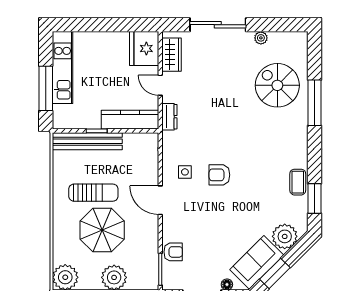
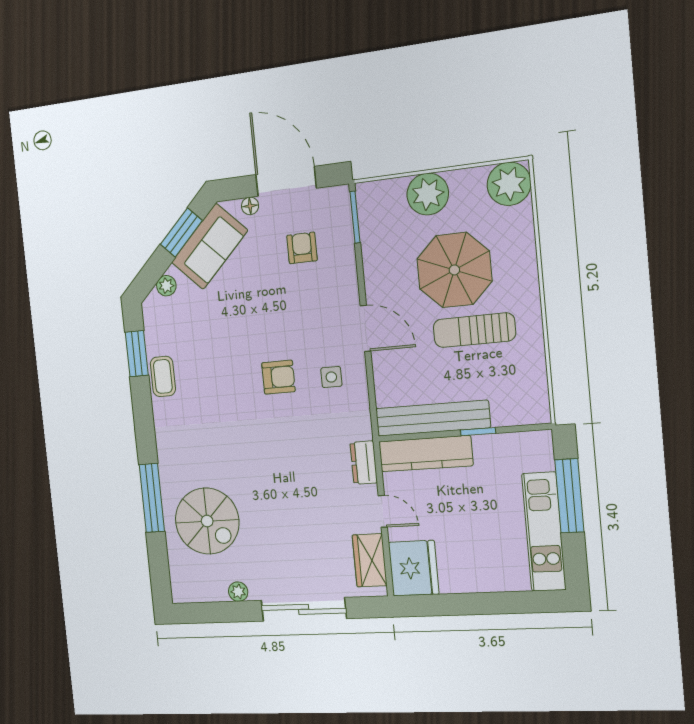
bench: (87, 141) -> (433, 418), moved
plant: (285, 236) -> (166, 286), width x0.53, depth x0.53
armchair: (173, 252) -> (302, 248), moved, turned 90

